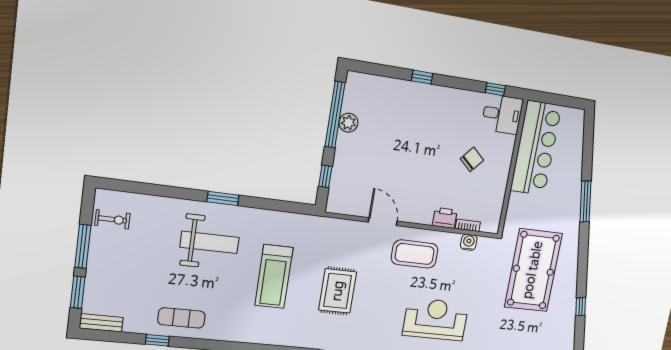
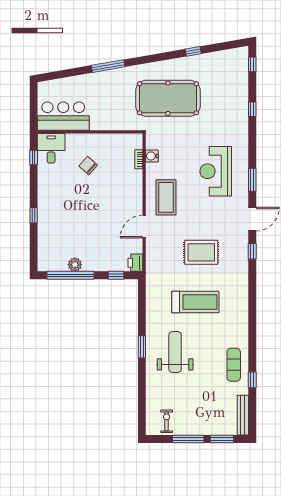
bar counter: (536, 148) -> (63, 116), width x0.73
printer: (445, 218) -> (135, 263), moved
bench: (101, 323) -> (243, 415), width x1.36

